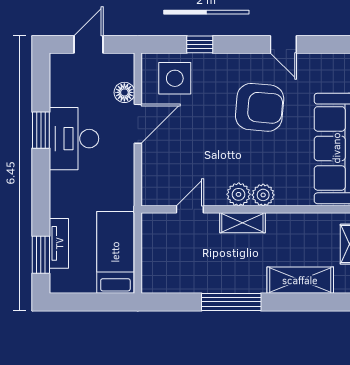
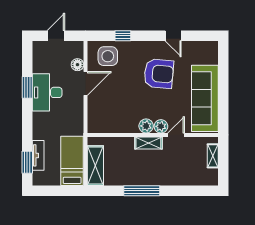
door: (190, 209) -> (176, 135), moved
shelving: (300, 280) -> (95, 166), moved, turned 90

